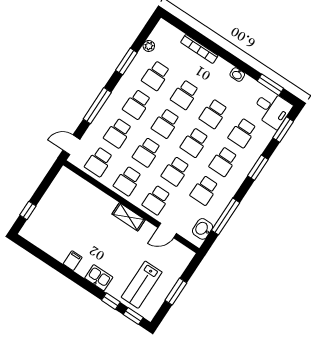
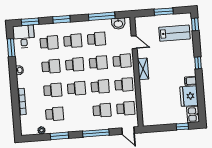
school desk: (137, 104) -> (78, 112), removed
fridge: (57, 245) -> (189, 96), added
kitchen sink: (99, 278) -> (193, 115), moved
window: (111, 301) -> (198, 63), moved

